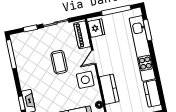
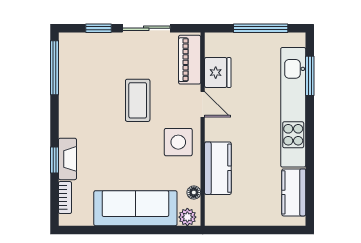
fridge: (96, 28) -> (218, 73), moved
door: (94, 57) -> (203, 104), swing flipped

